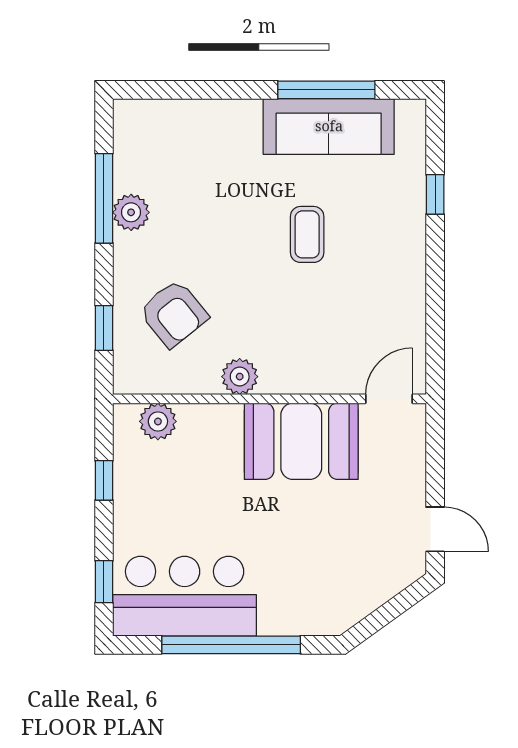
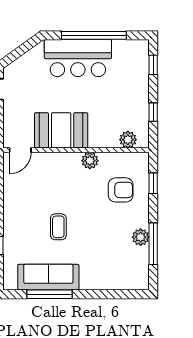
armchair: (174, 313) -> (121, 190), turned 129
bar counter: (185, 596) -> (78, 58), moved

